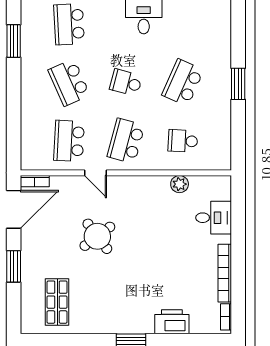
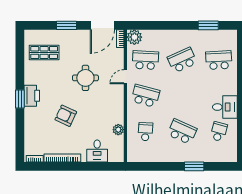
school desk: (126, 83) -> (219, 132), moved
window: (238, 84) -> (194, 166), moved
plant: (32, 158) -> (134, 37), added
door: (14, 209) -> (102, 25), hinge flipped
round table: (97, 236) -> (85, 78), turned 37
armchair: (158, 268) -> (66, 116), added
printer: (172, 322) -> (32, 96), moved

